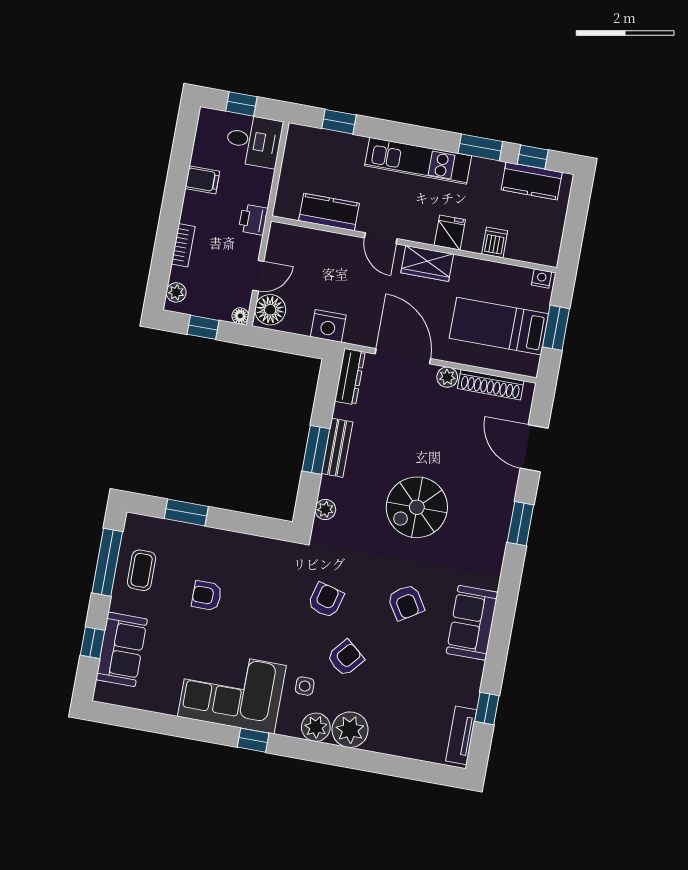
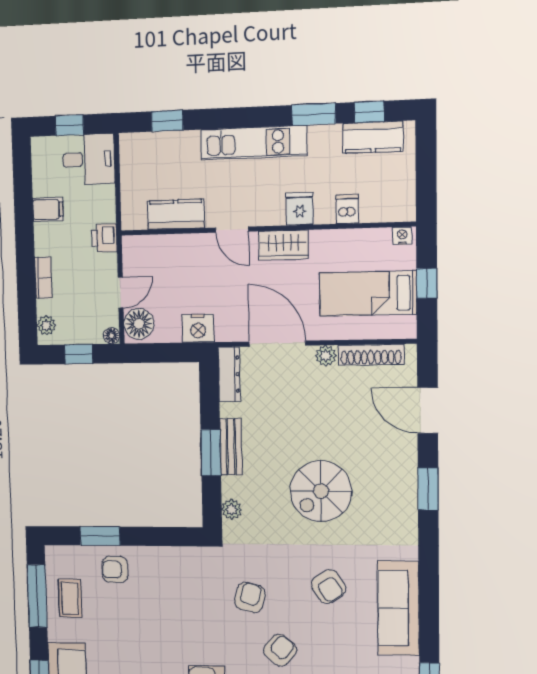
window: (556, 328) -> (427, 283), width x0.67
armchair: (207, 596) -> (115, 569), moved
sofa: (472, 623) -> (398, 608), width x1.36

